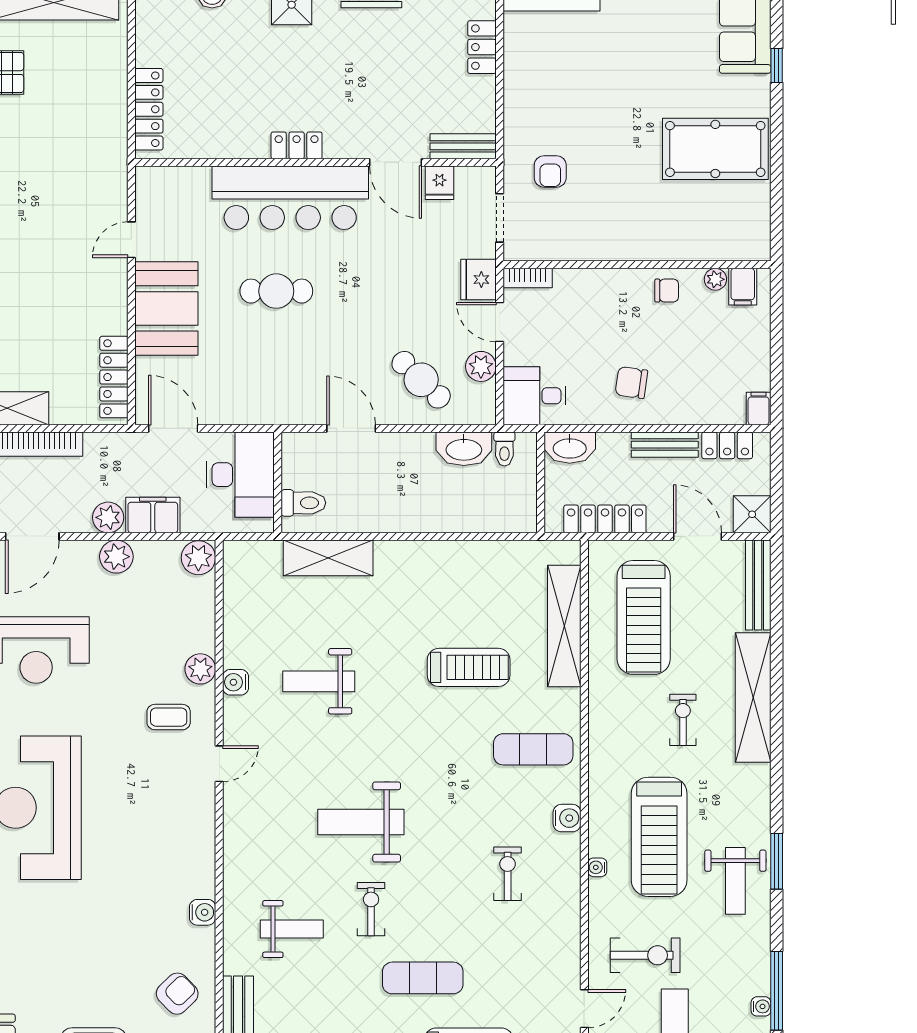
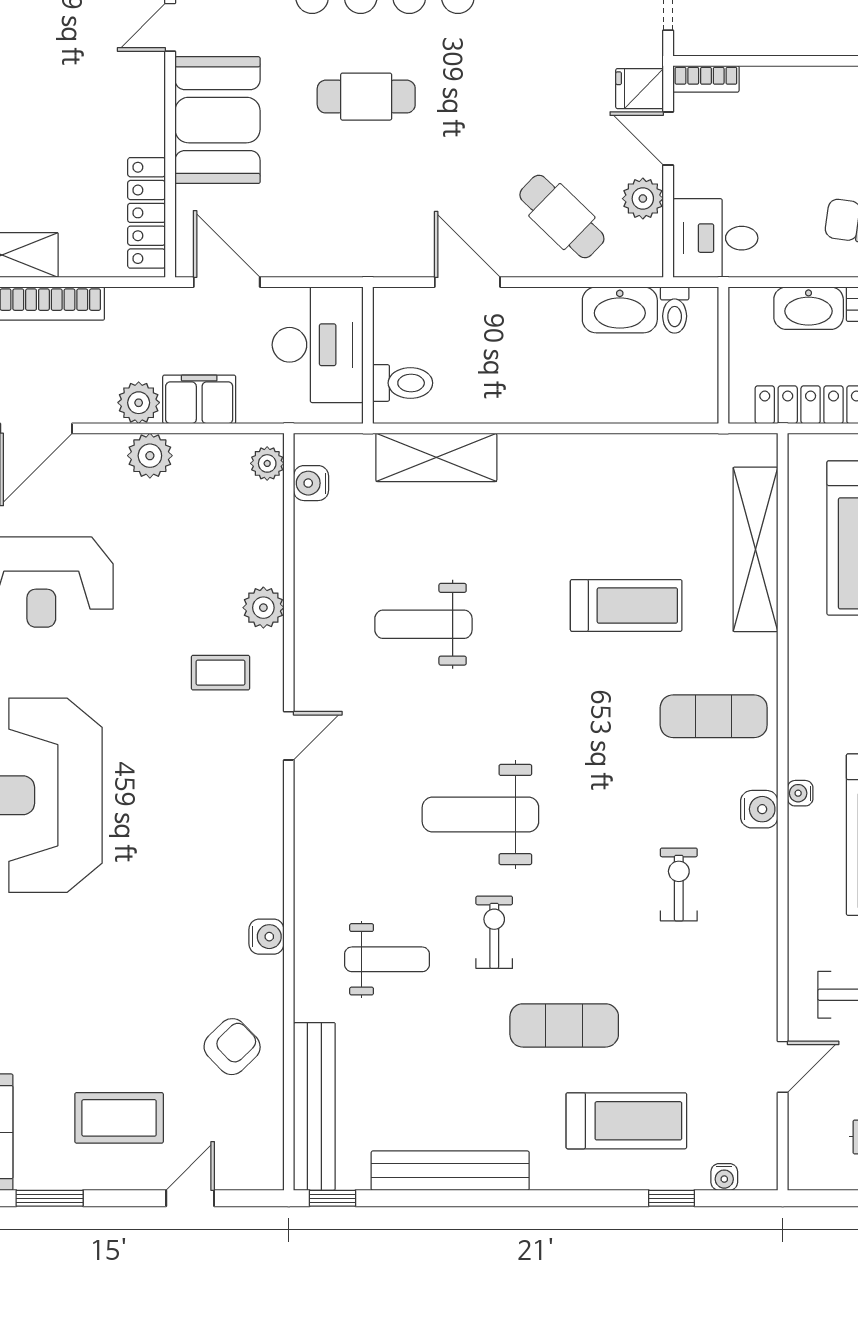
fridge: (478, 279) -> (640, 89), width x0.72
washbasin: (570, 448) -> (809, 308), moved
plant: (198, 558) -> (267, 463), width x0.73, depth x0.73
water cooler: (236, 682) -> (311, 483), moved
water cooler: (597, 867) -> (800, 793), moved

